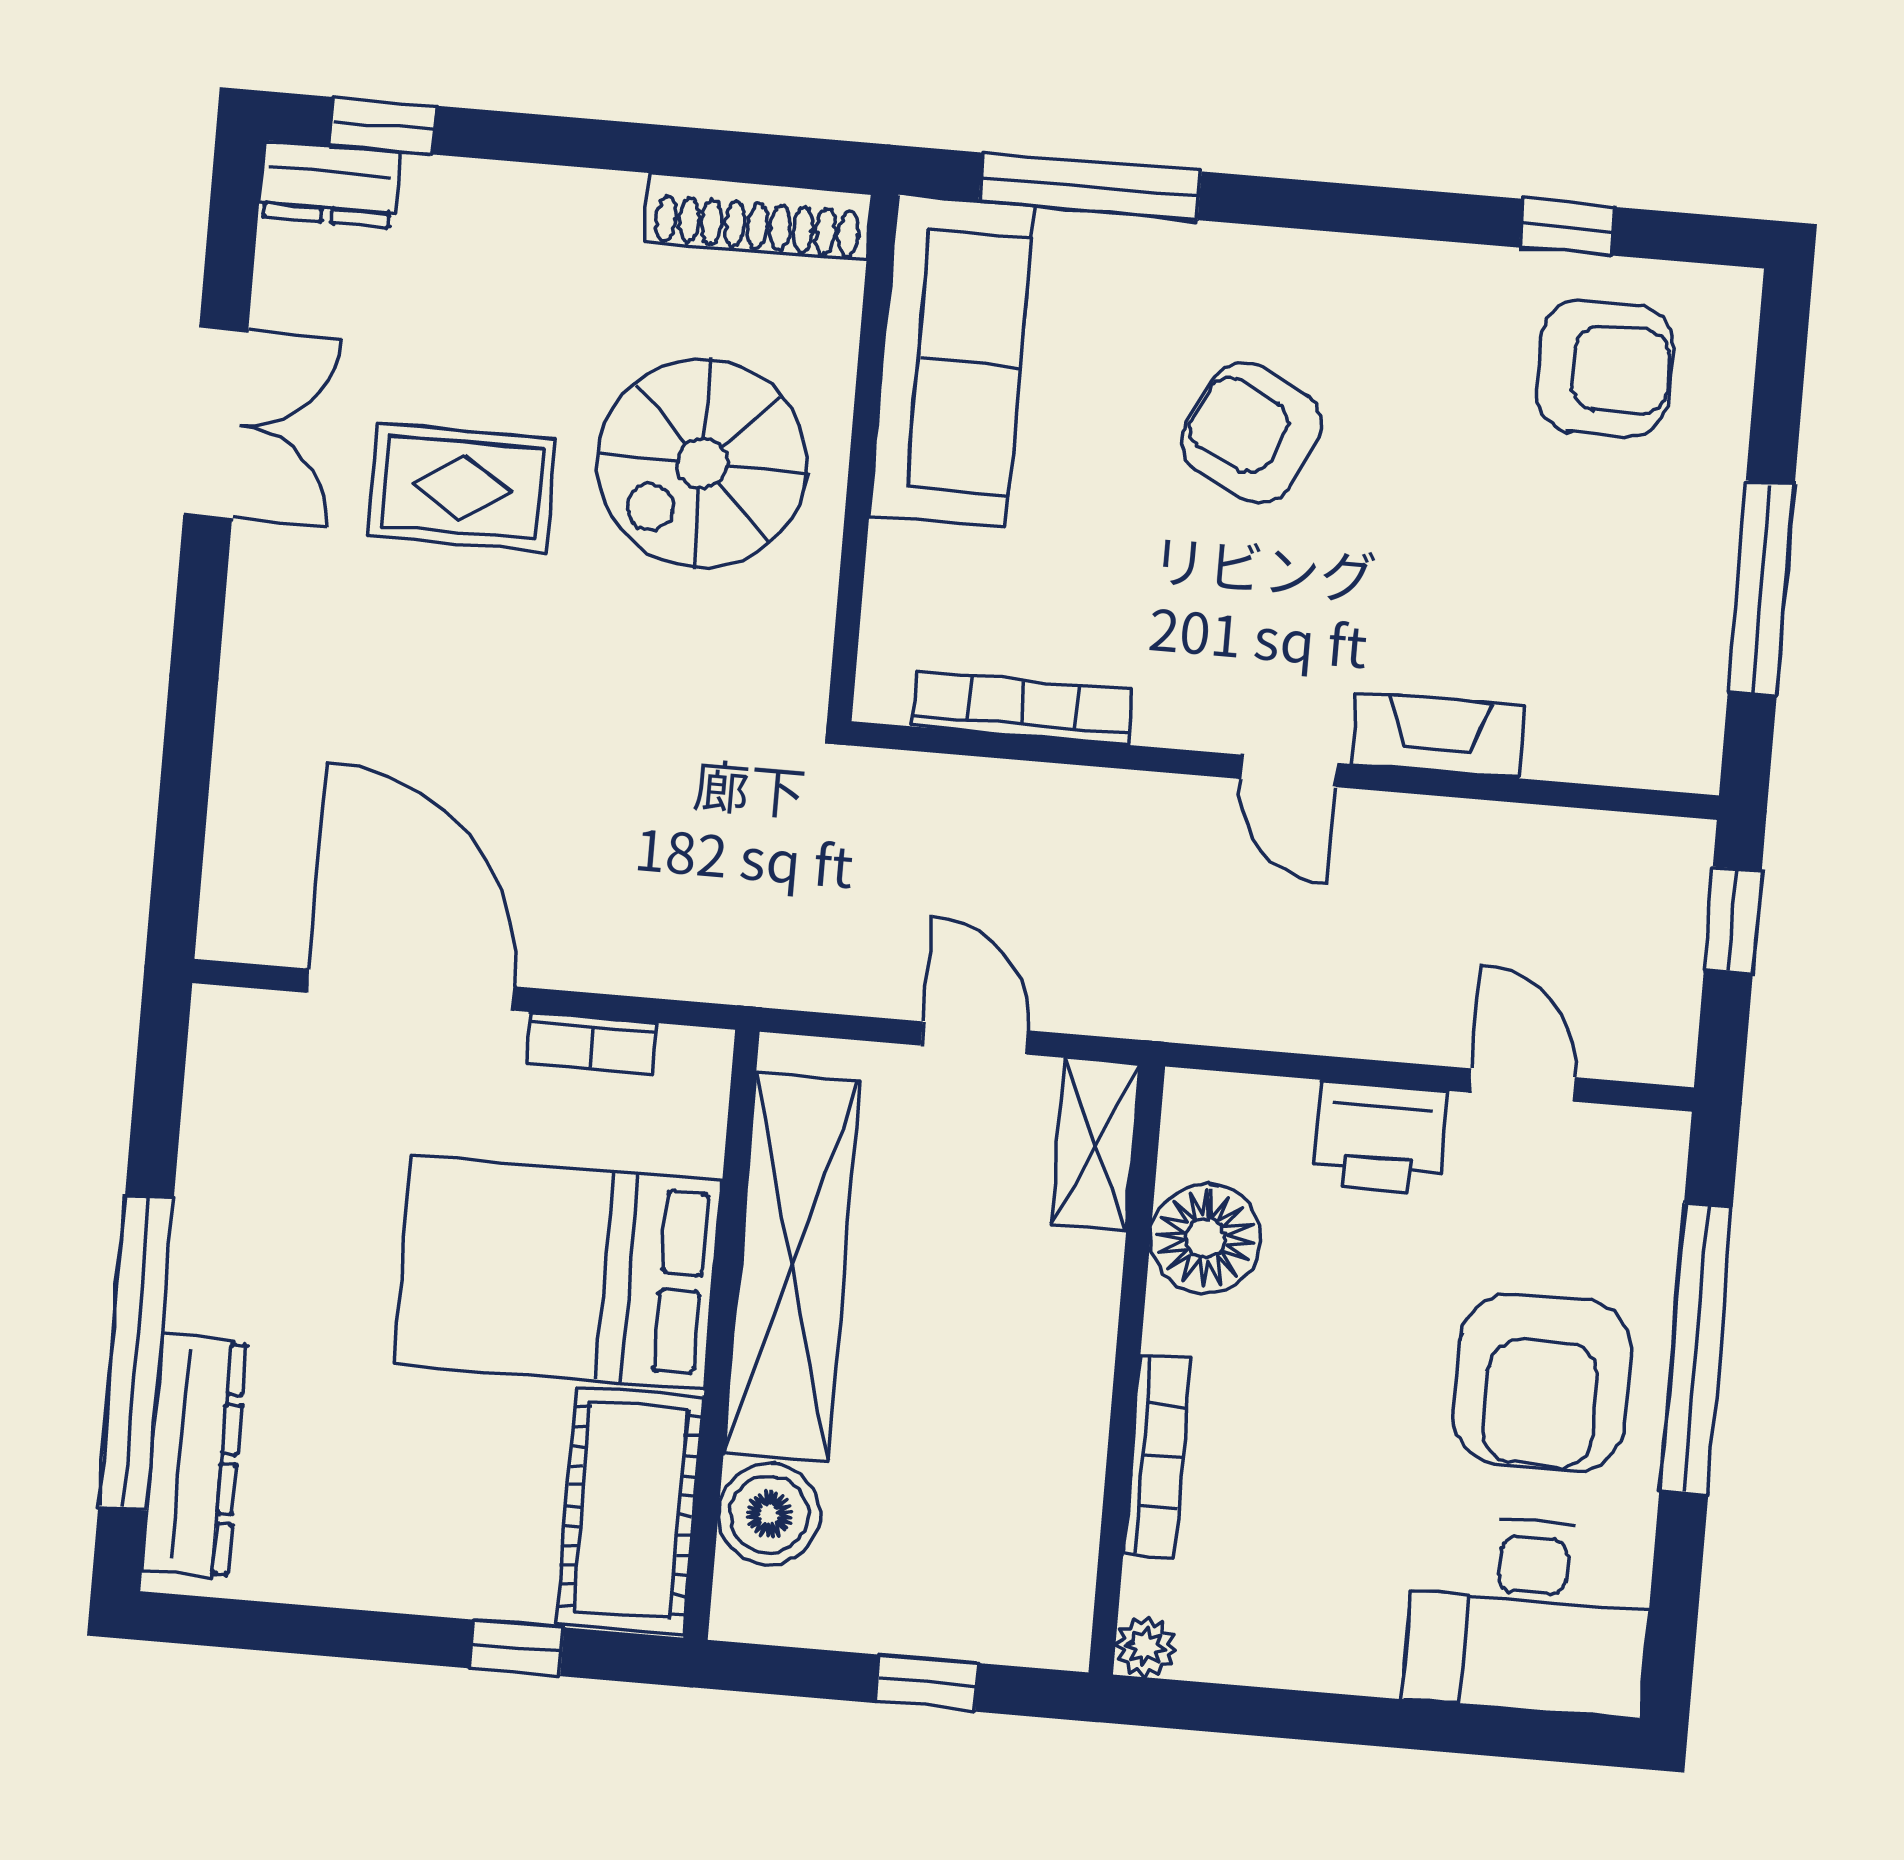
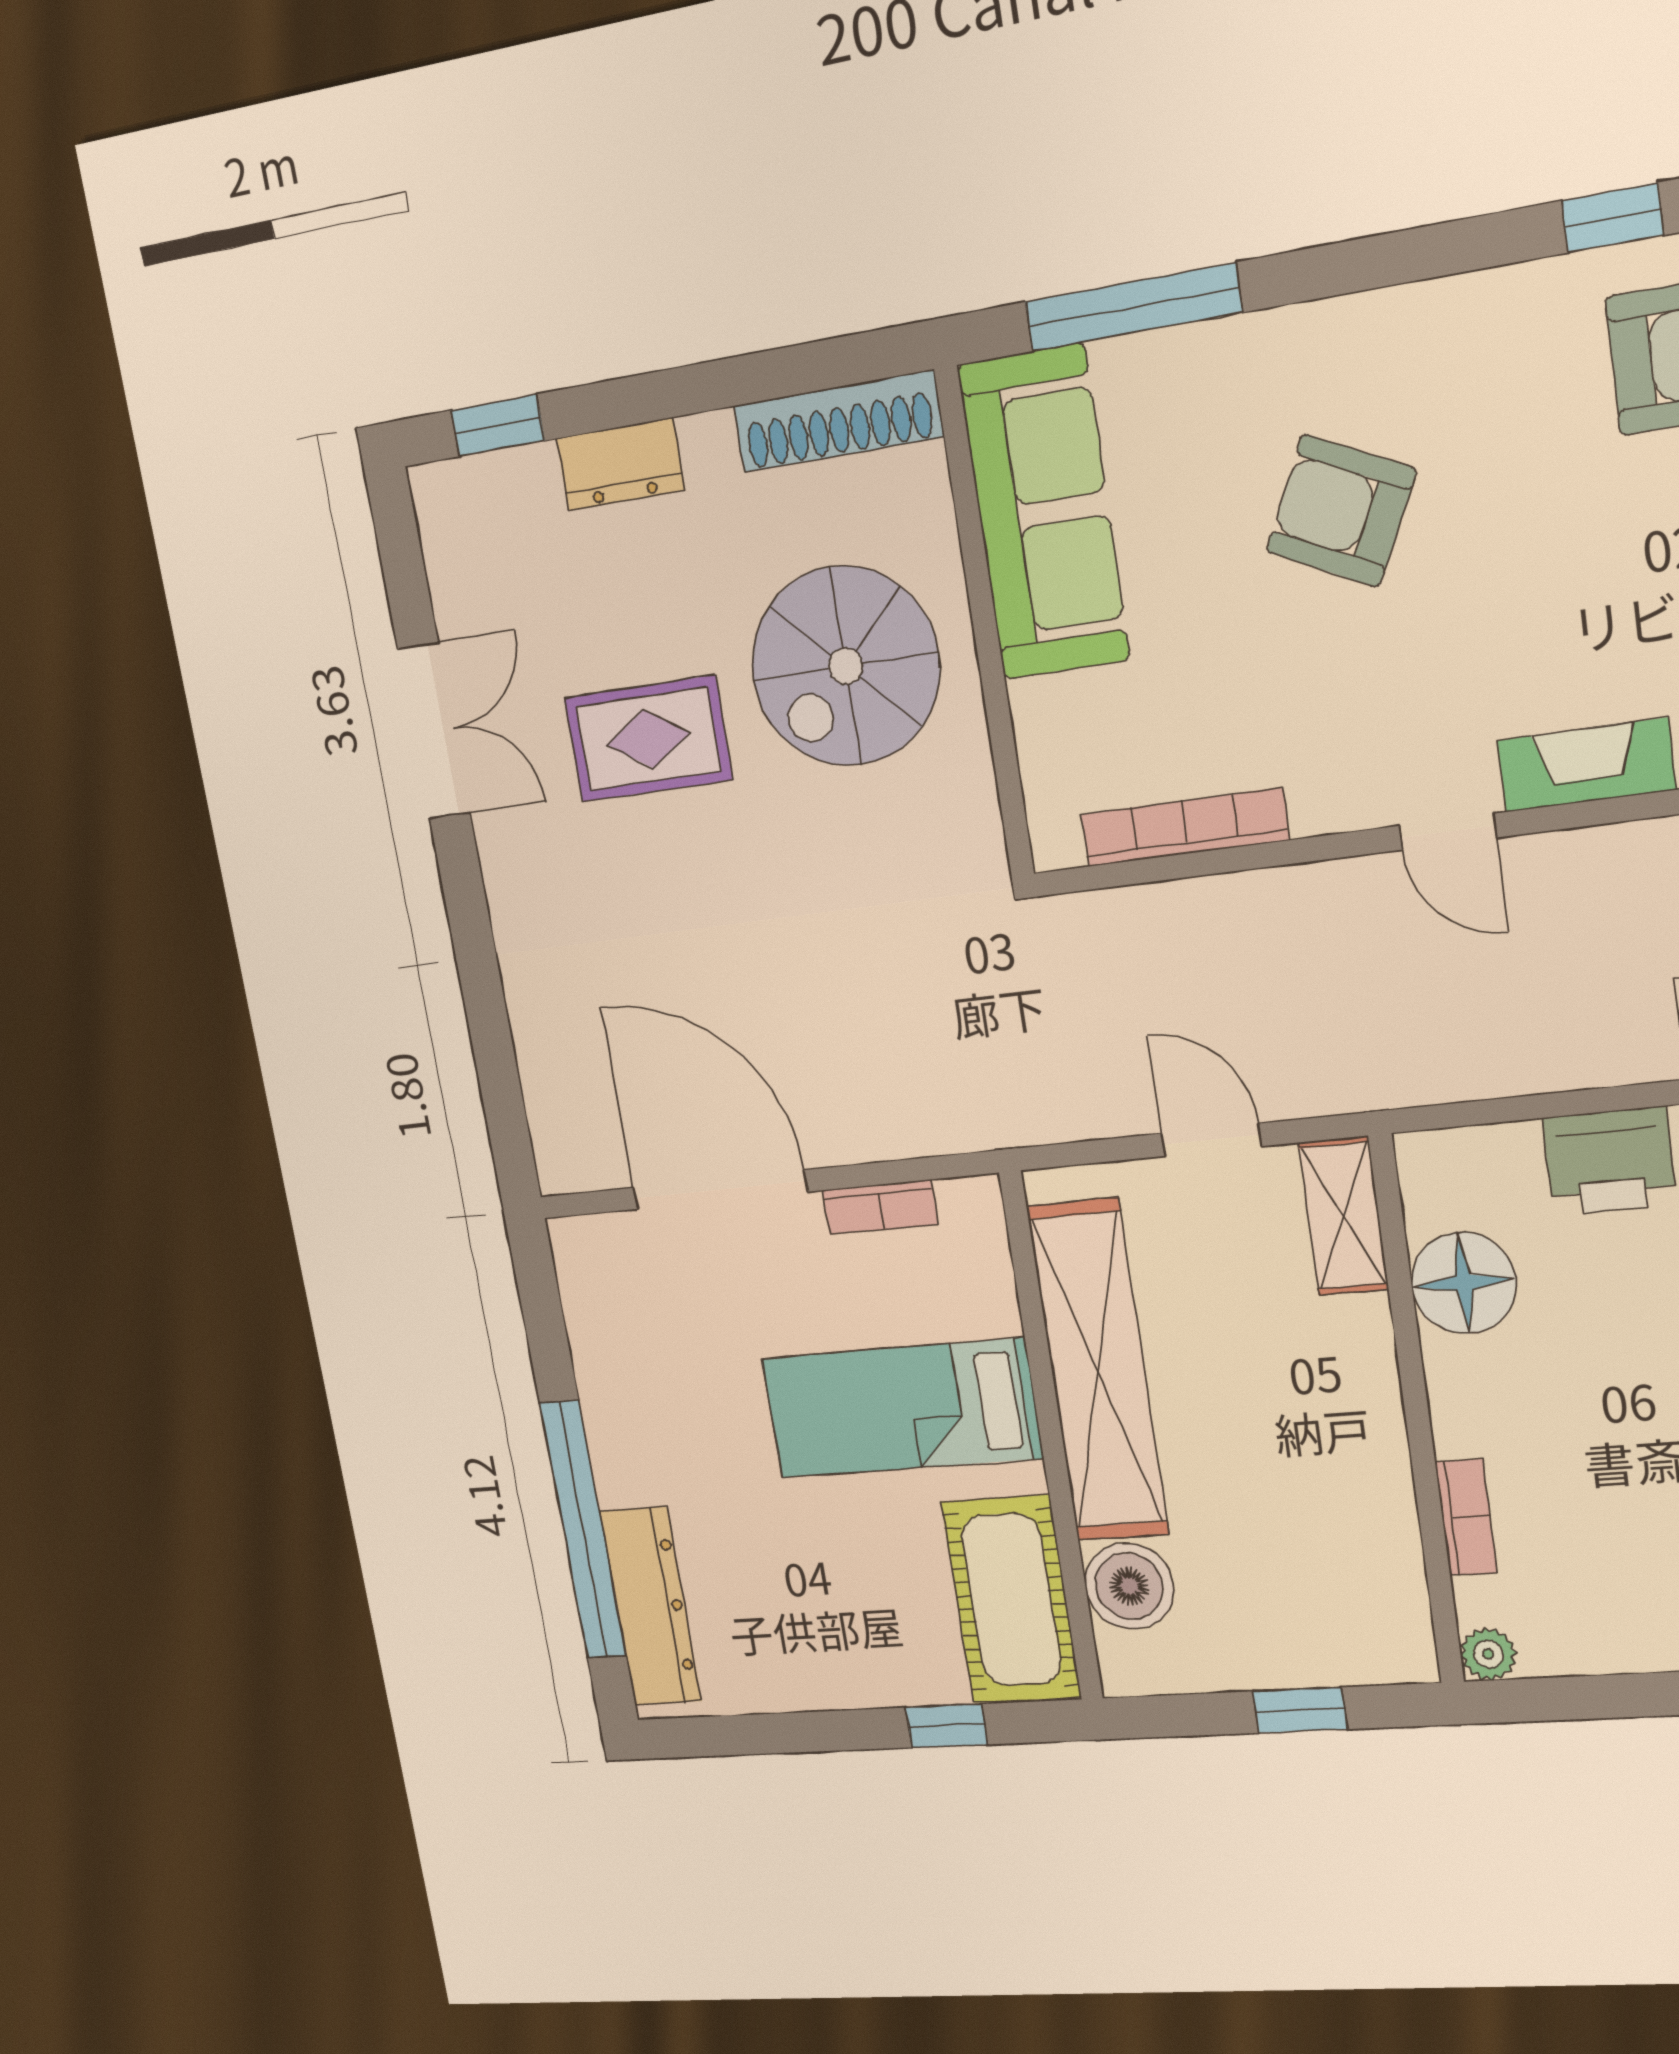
dresser: (329, 184) -> (620, 464), moved
bed: (558, 1272) -> (902, 1408), width x0.67
bookcase: (1157, 1456) -> (1466, 1517), width x0.64

